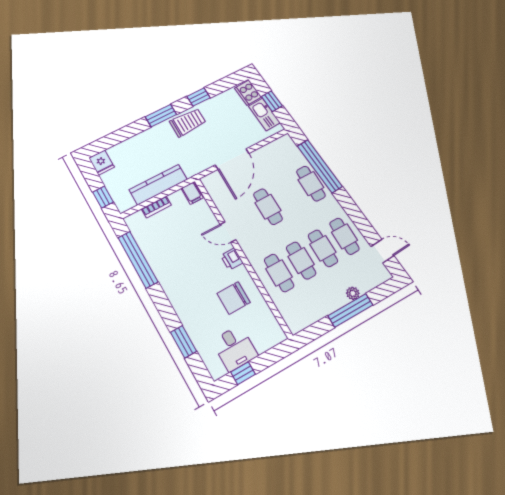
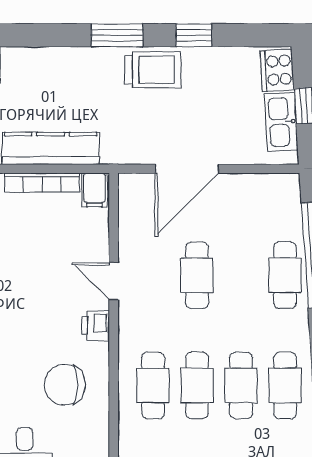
bookcase: (156, 207) -> (42, 183), width x1.56

